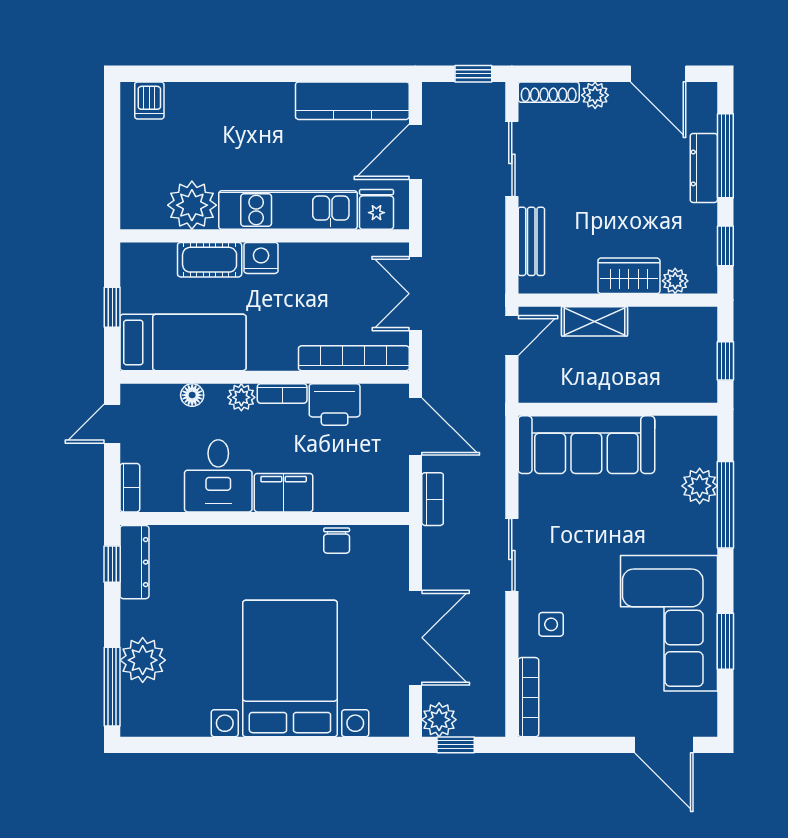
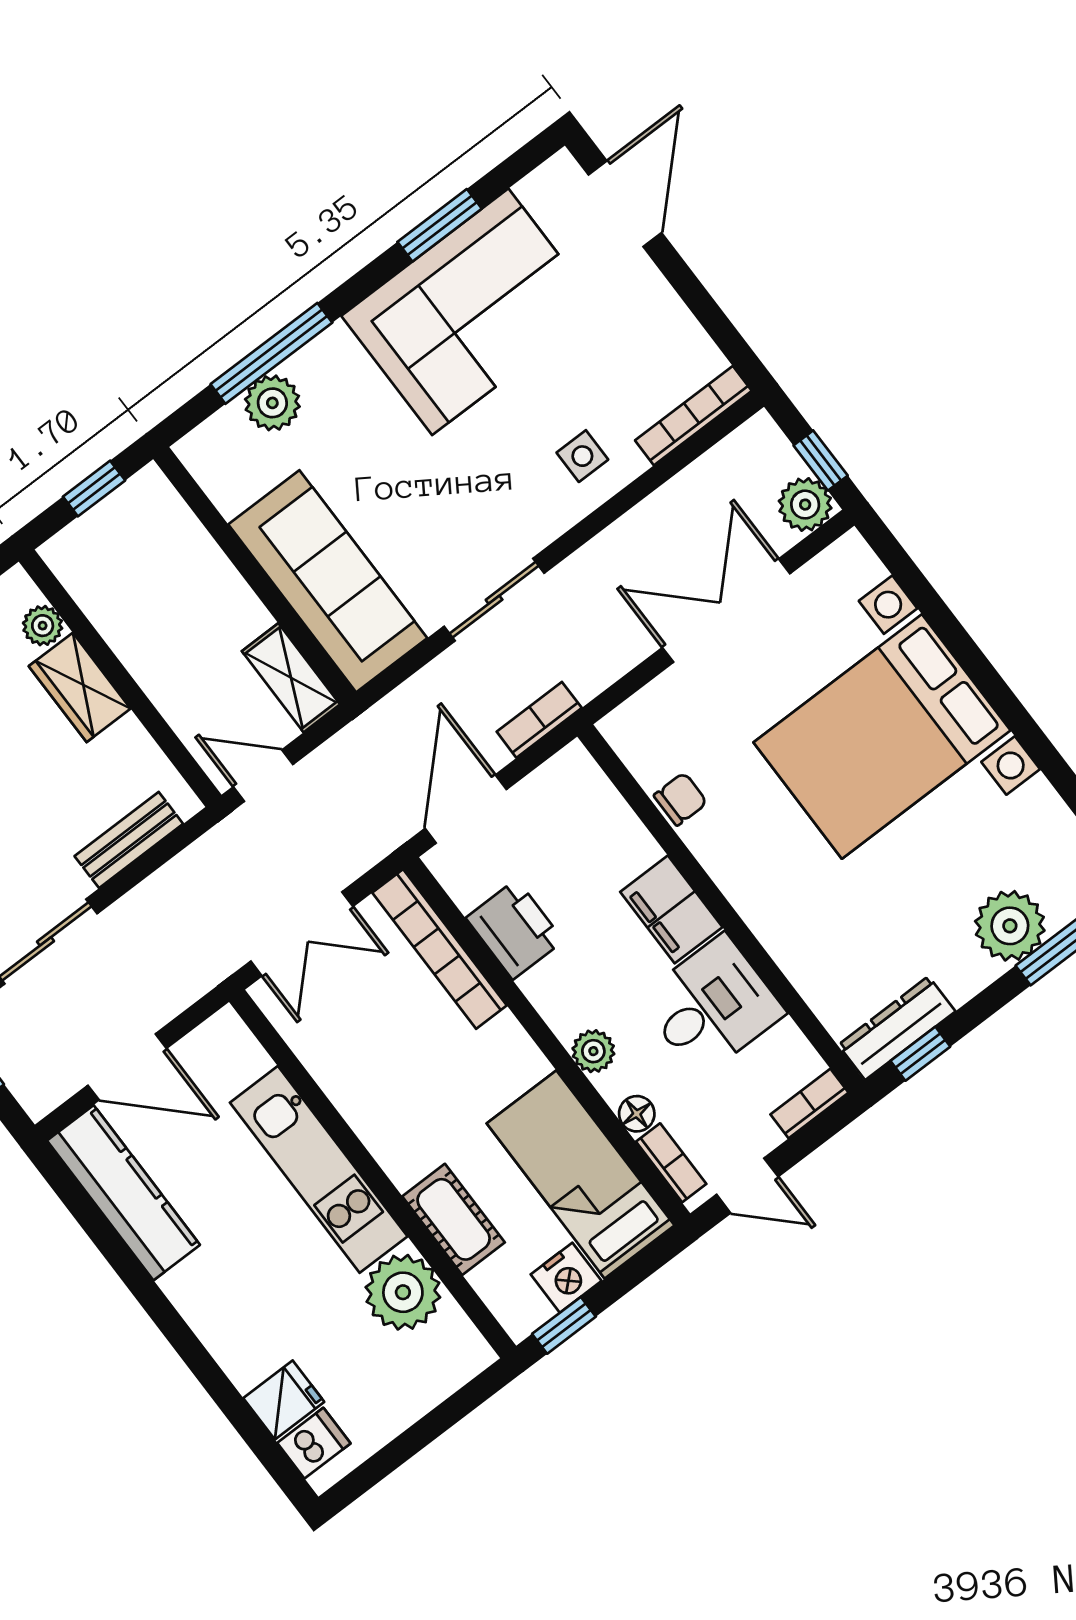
fridge: (376, 209) -> (284, 1400), moved, turned 180
nightstand: (261, 258) -> (566, 1278), moved, turned -90
window: (112, 307) -> (564, 1325), moved
shelving: (594, 321) -> (291, 678), moved
bookcase: (282, 393) -> (671, 1163), moved
sliding door: (512, 555) -> (494, 600), moved

